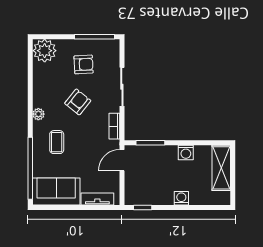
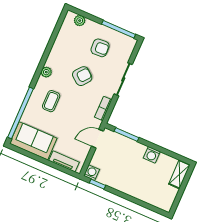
plant: (45, 51) -> (80, 21), width x0.53, depth x0.53
shelving: (221, 168) -> (179, 174), width x0.67, depth x0.75
washing machine: (181, 198) -> (92, 173), moved

